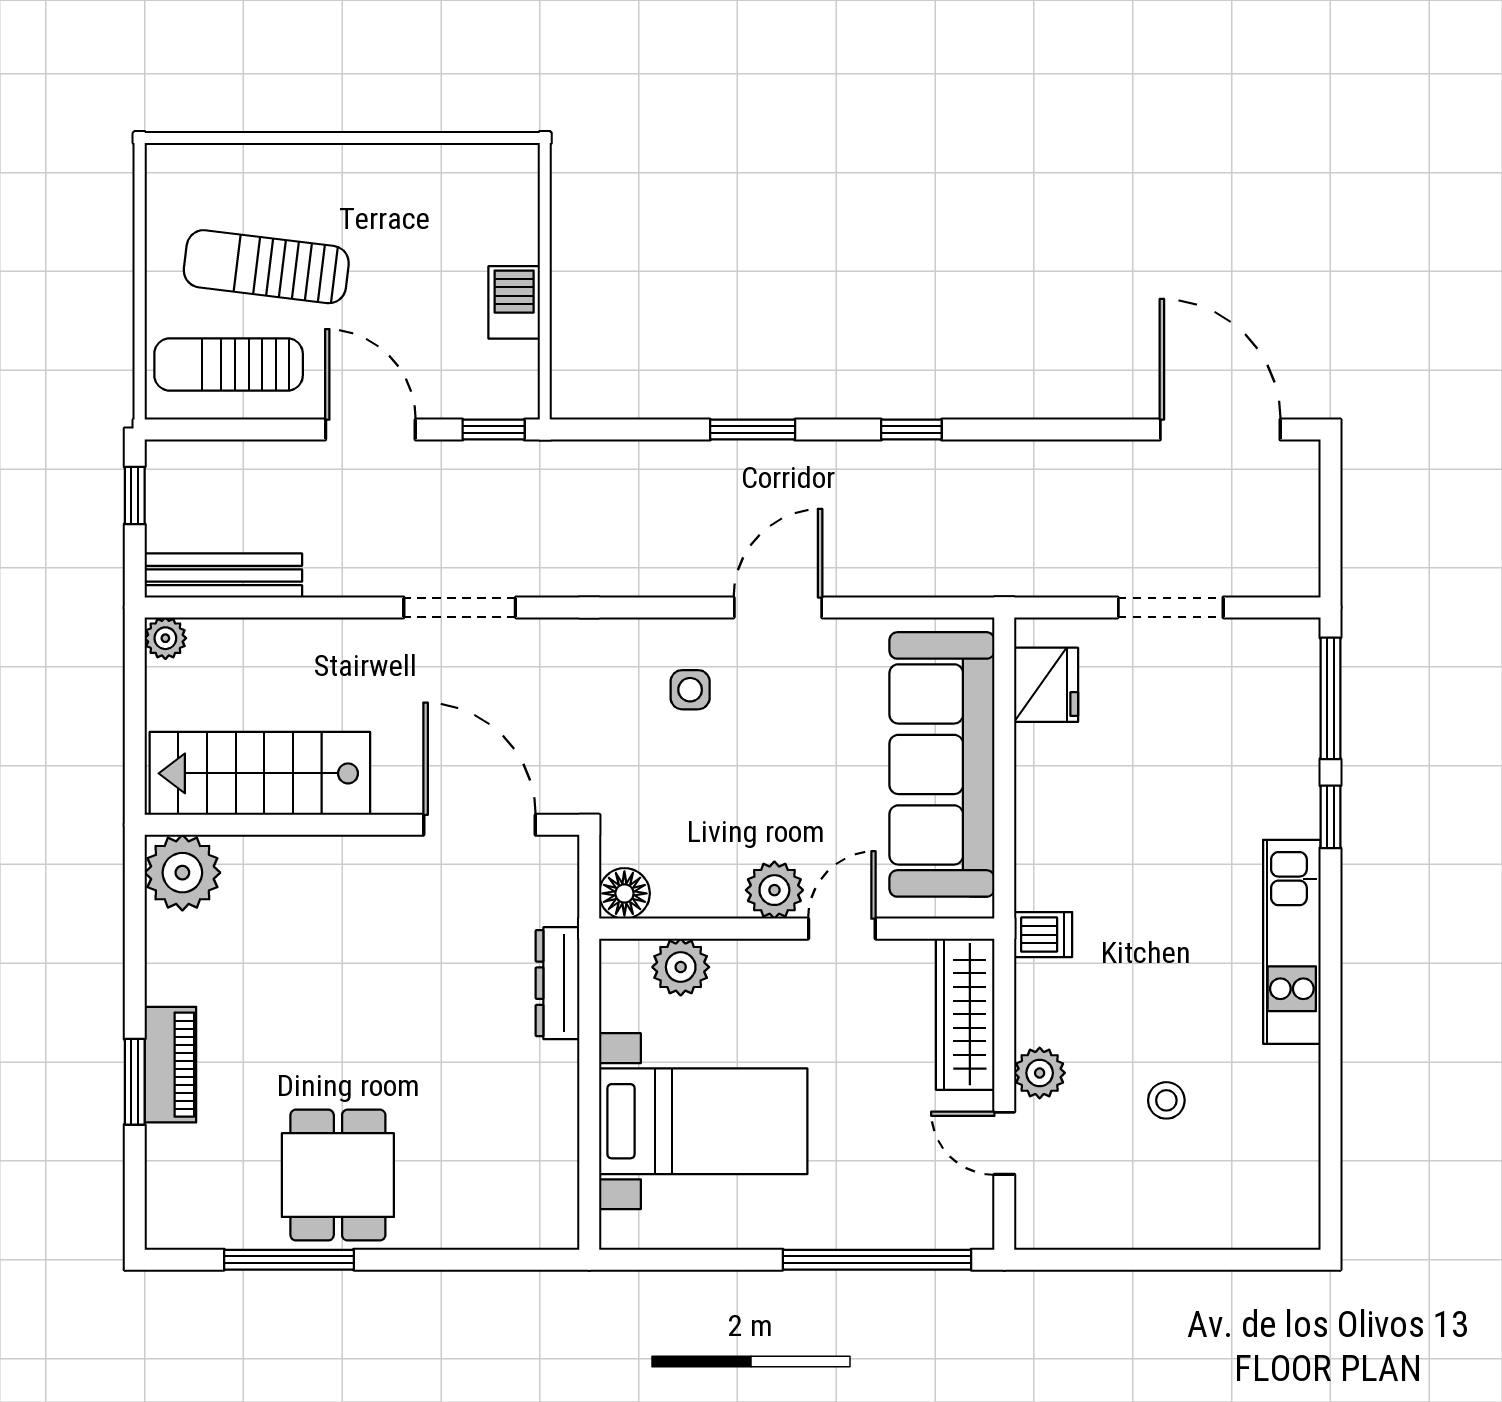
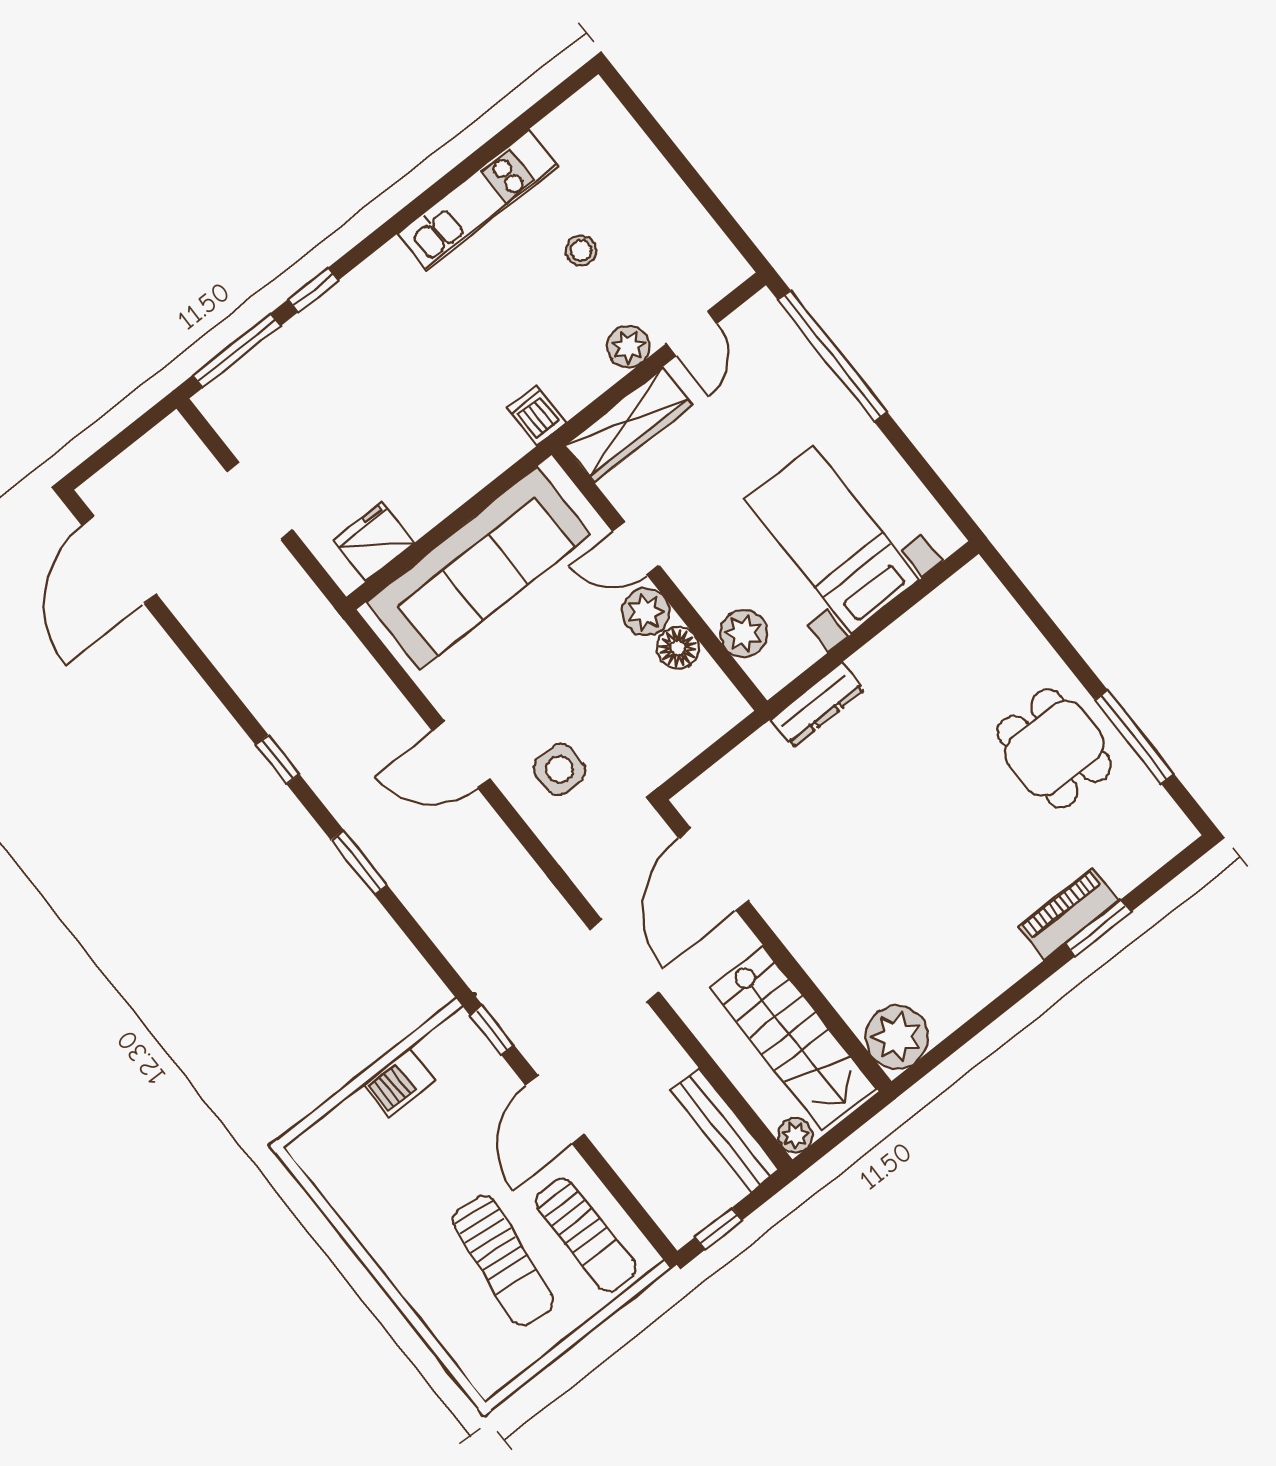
side table: (690, 690) -> (559, 769), width x1.37, depth x1.37
stairs: (260, 773) -> (793, 1038), moved
wall: (362, 825) -> (774, 945), moved
door: (480, 825) -> (713, 869), moved
plant: (182, 873) -> (897, 1037), moved
floor lamp: (624, 893) -> (678, 648), moved
kitchen unit: (1292, 942) -> (478, 200), moved
dining table: (338, 1175) -> (1054, 748), turned 90

